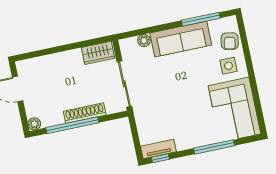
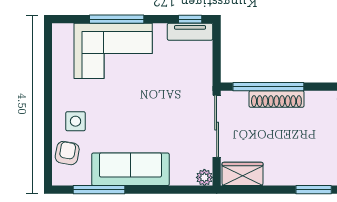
plant: (144, 41) -> (204, 177), moved
window: (43, 52) -> (314, 190), added
corner sofa: (235, 110) -> (113, 51), moved, turned 90
window: (72, 125) -> (268, 87), moved

